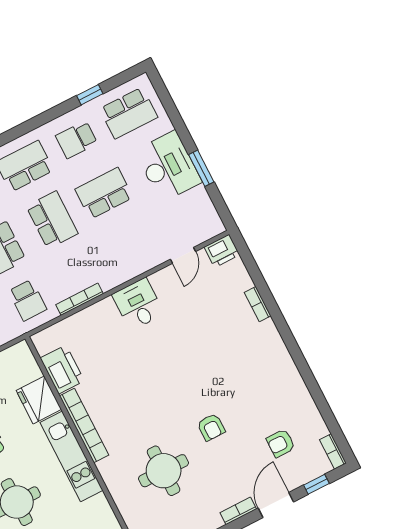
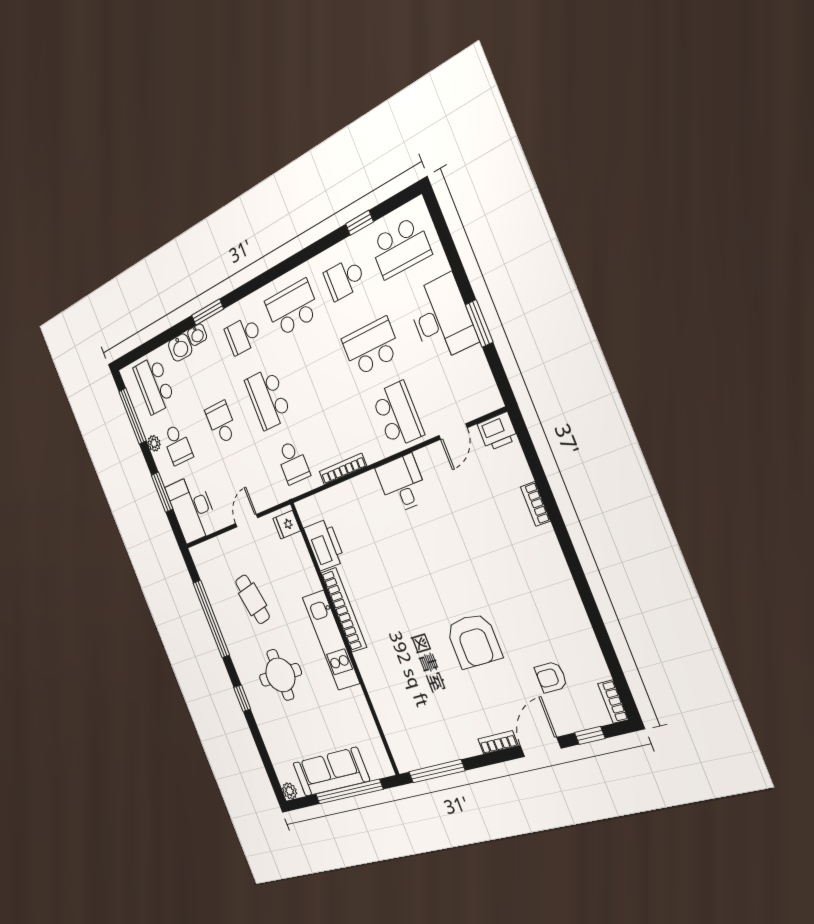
school desk: (52, 220) -> (398, 415), moved
fridge: (39, 400) -> (287, 525), moved, width x0.53, depth x0.75
armchair: (211, 427) -> (474, 641), width x1.88, depth x1.88
round table: (164, 471) -> (421, 678), removed

